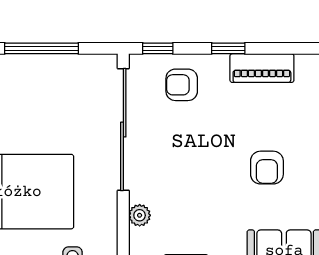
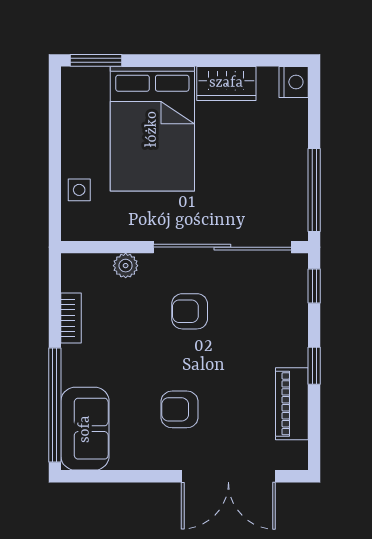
window: (41, 48) -> (314, 190), moved
armchair: (182, 85) -> (190, 311), moved, turned -90

